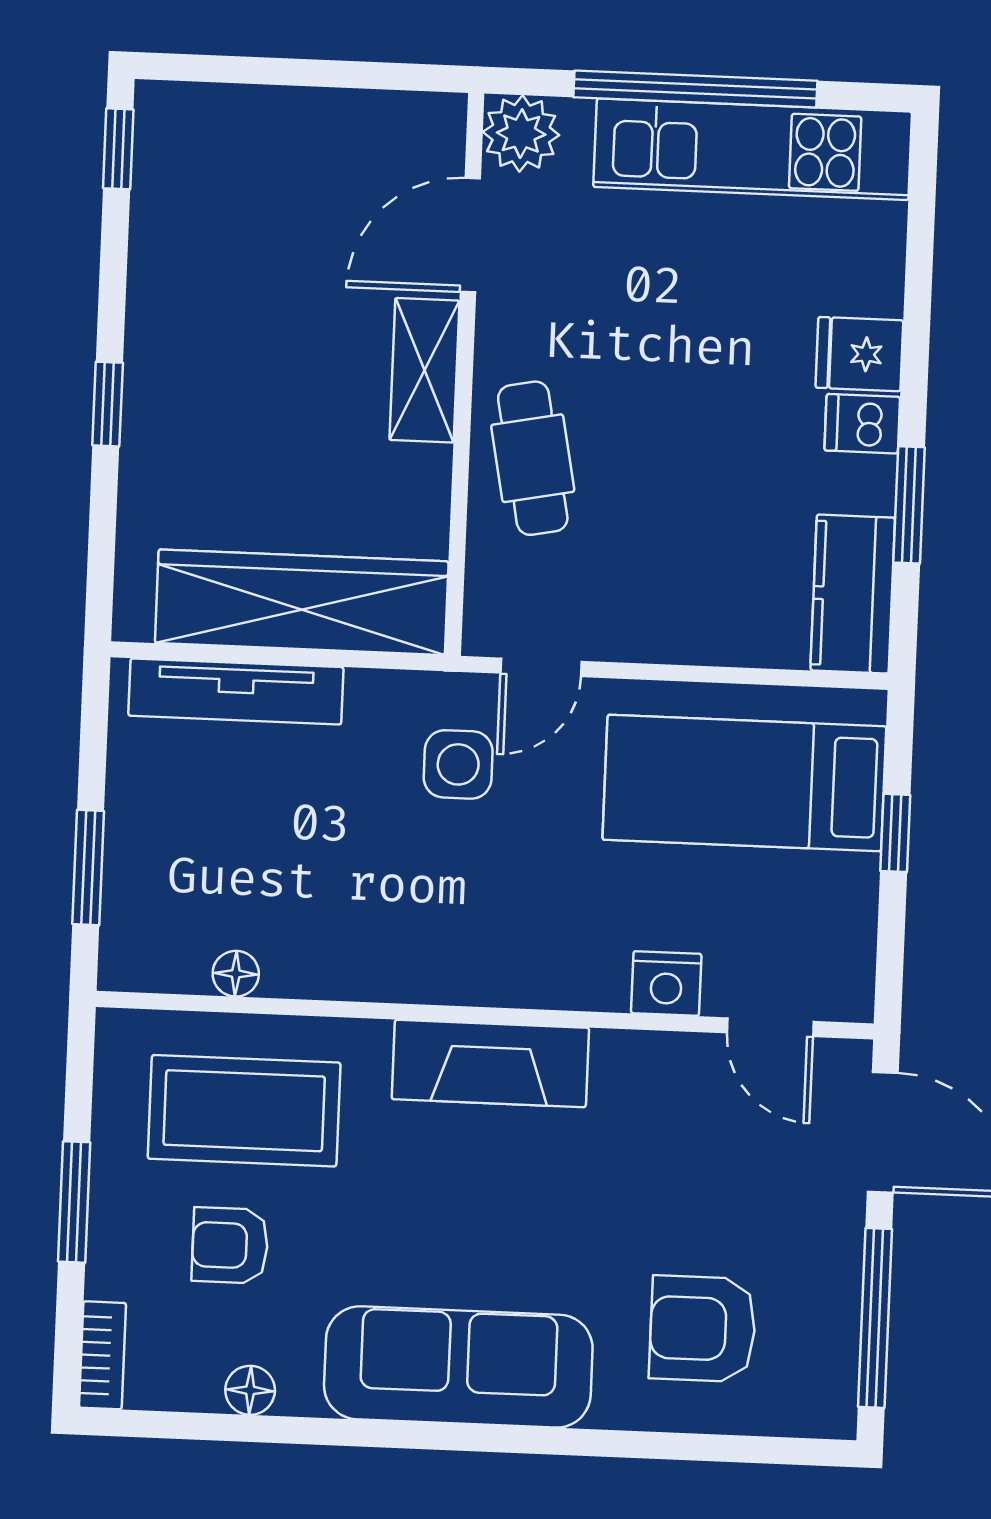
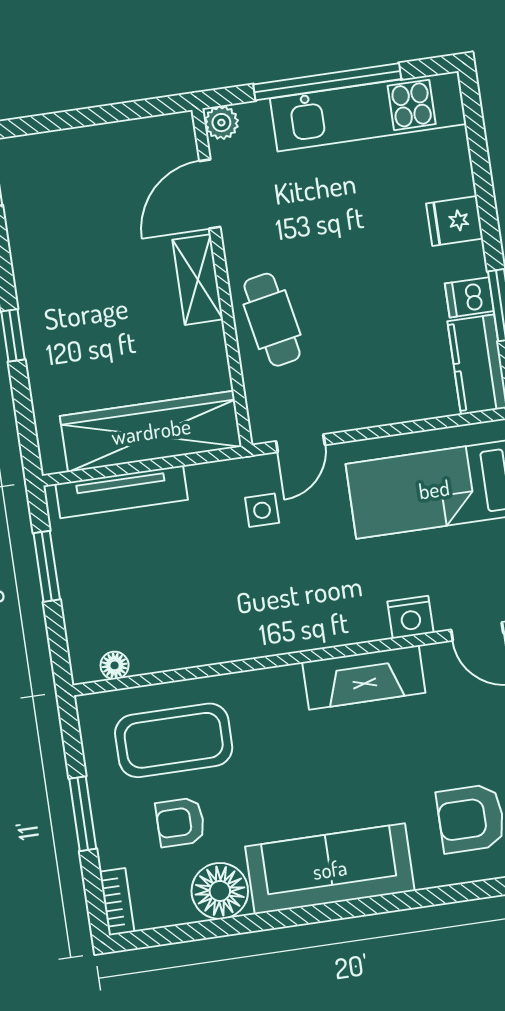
plant: (521, 134) -> (221, 123), width x0.73, depth x0.73
dishwasher: (862, 424) -> (469, 297), moved
side table: (458, 764) -> (262, 510), width x0.73, depth x0.73
window: (88, 867) -> (47, 566), moved
floor lamp: (236, 974) -> (115, 665), moved
fireplace: (490, 1063) -> (364, 677), moved
floor lamp: (250, 1390) -> (220, 891), width x1.89, depth x1.89

